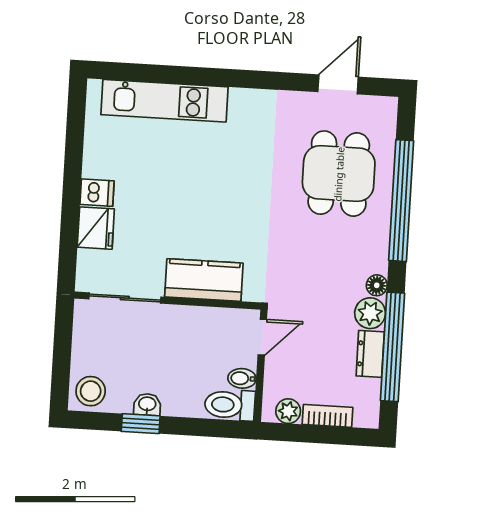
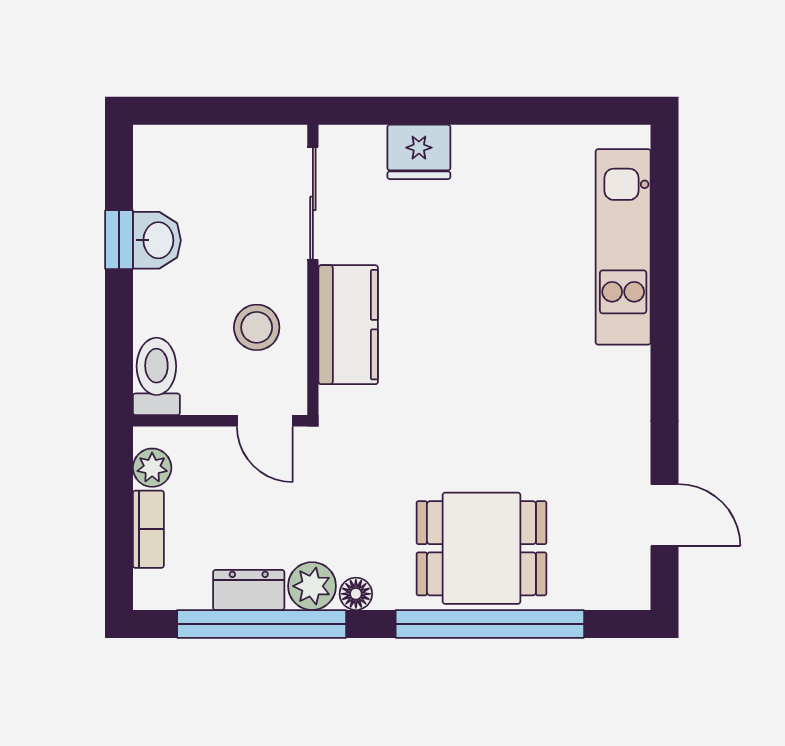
dining table: (339, 174) -> (481, 548), moved
dishwasher: (97, 193) -> (474, 150), removed
bidet: (242, 378) -> (199, 393), removed
stool: (91, 391) -> (257, 327), moved
washbasin: (147, 404) -> (157, 240), width x1.38, depth x1.45

